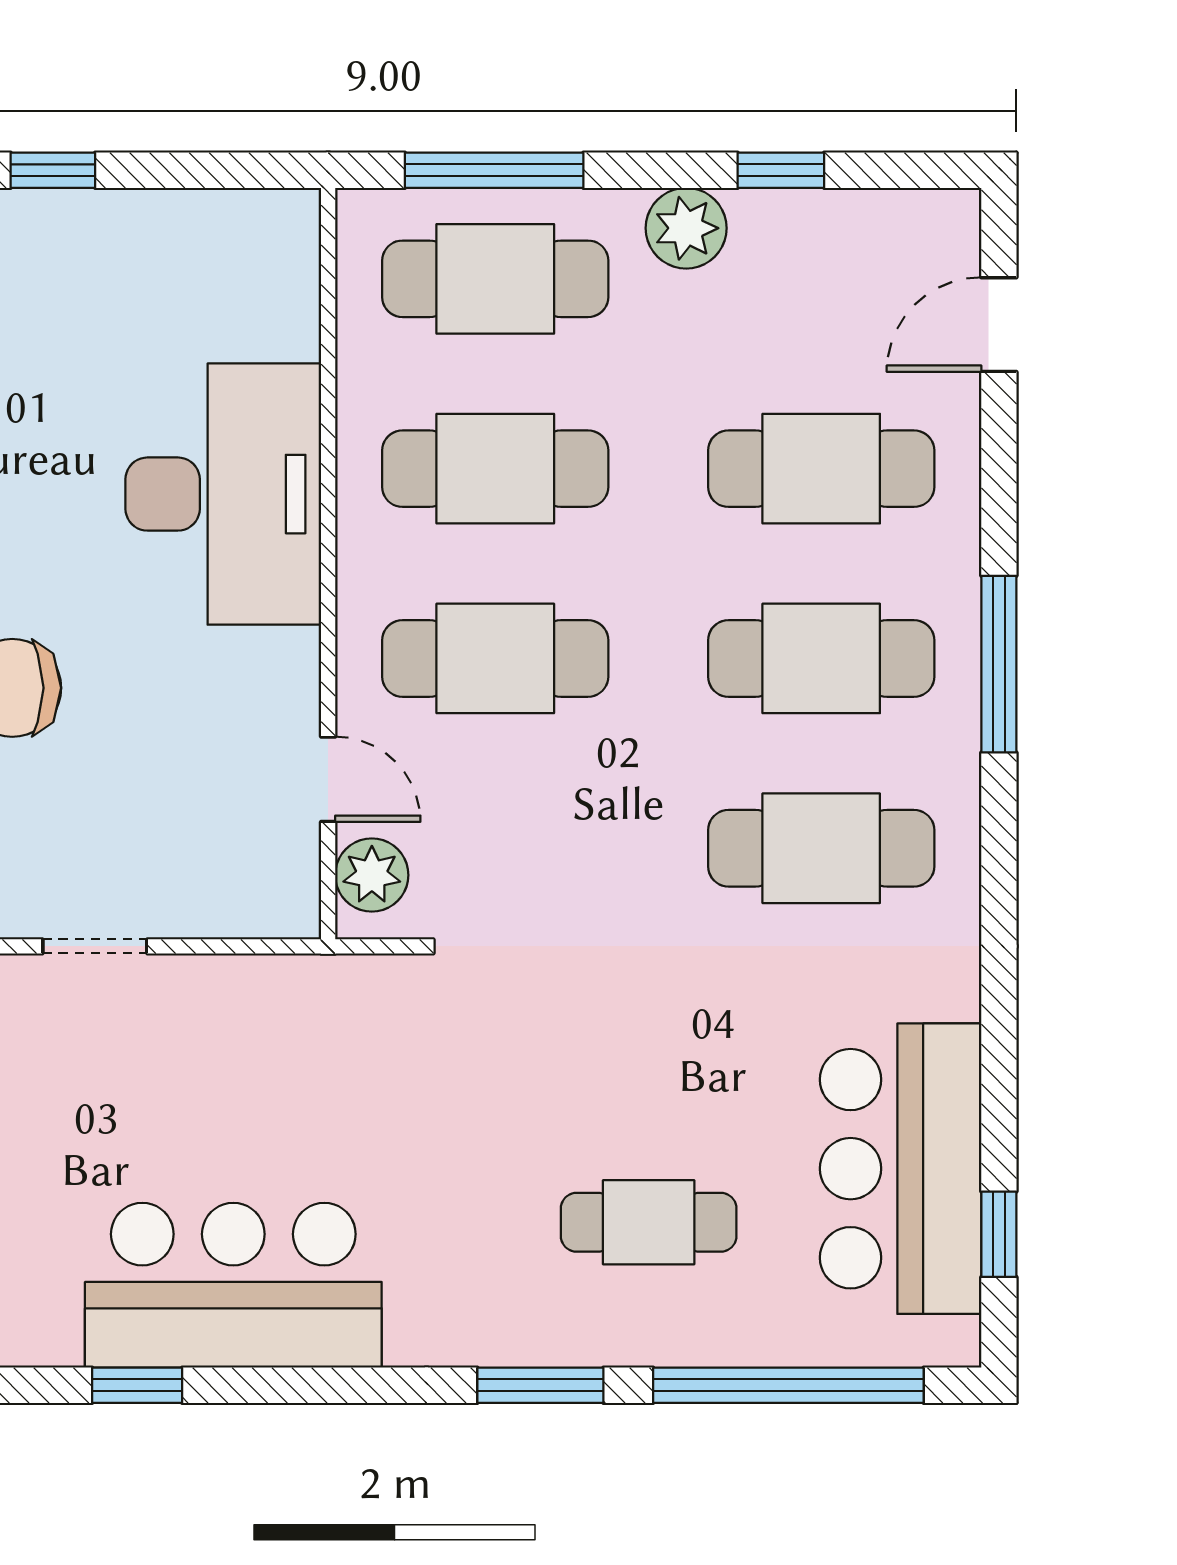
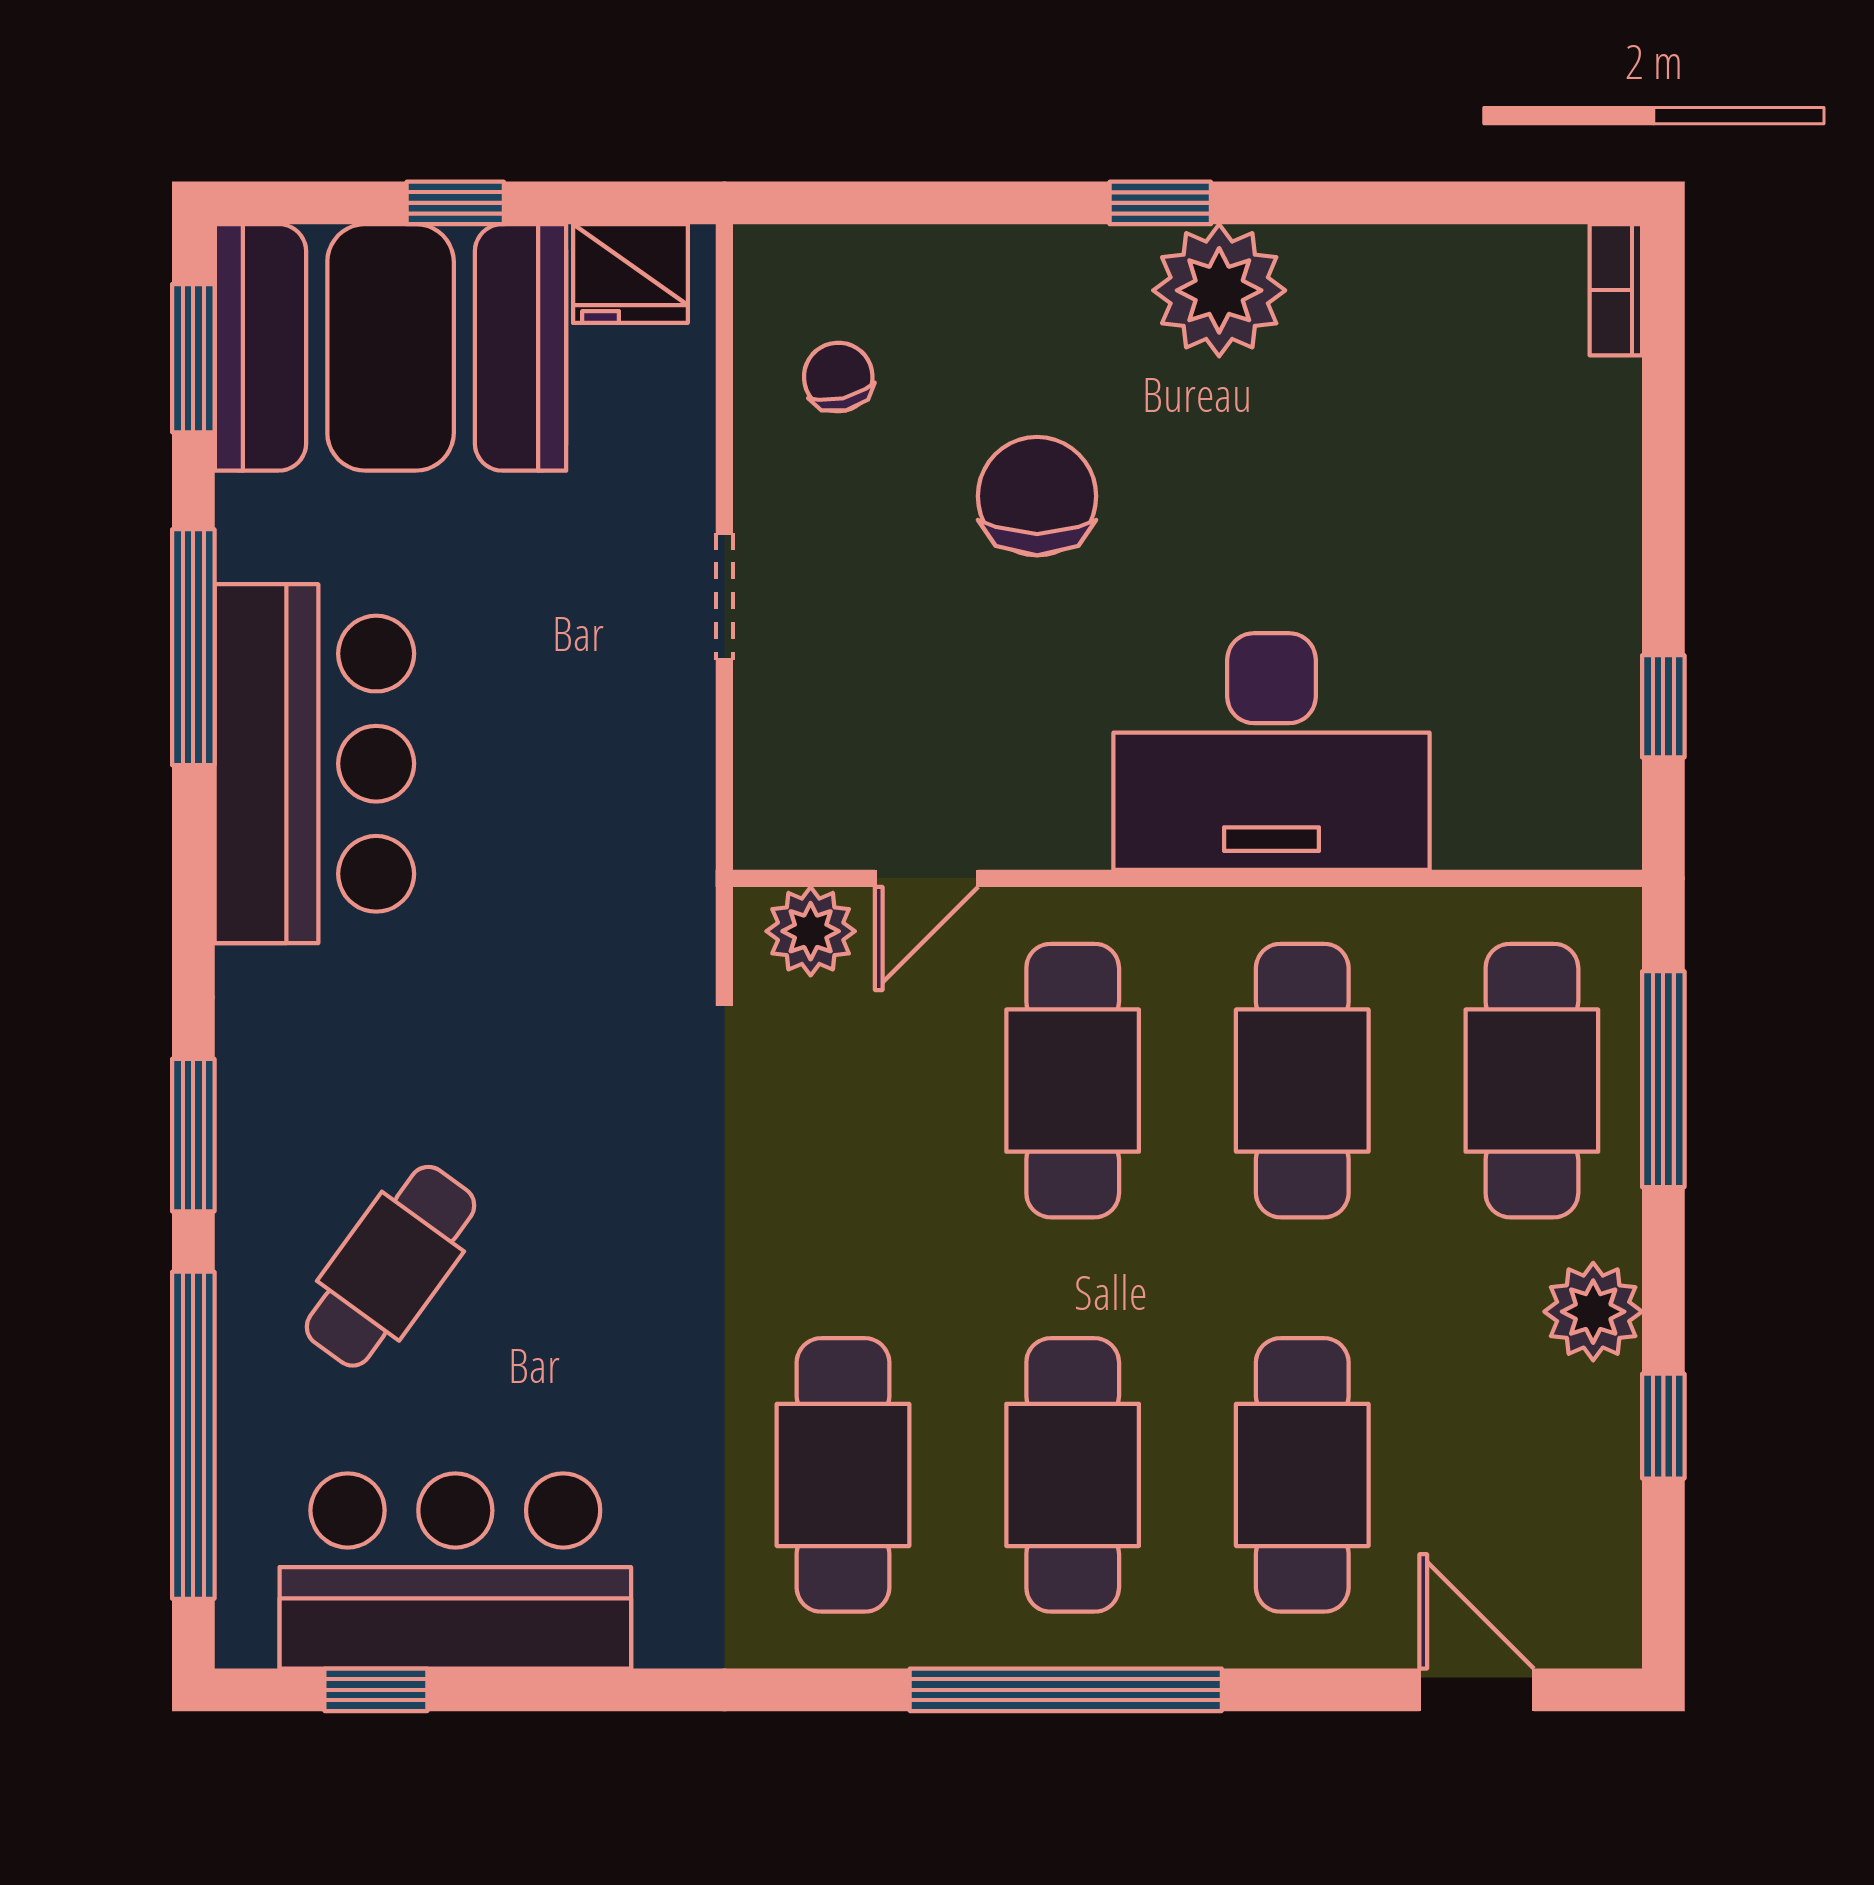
window: (53, 170) -> (1663, 706), moved
window: (999, 664) -> (1066, 1690), width x1.46
cafe table: (649, 1222) -> (391, 1266), turned 36
window: (137, 1385) -> (193, 647), width x2.17

